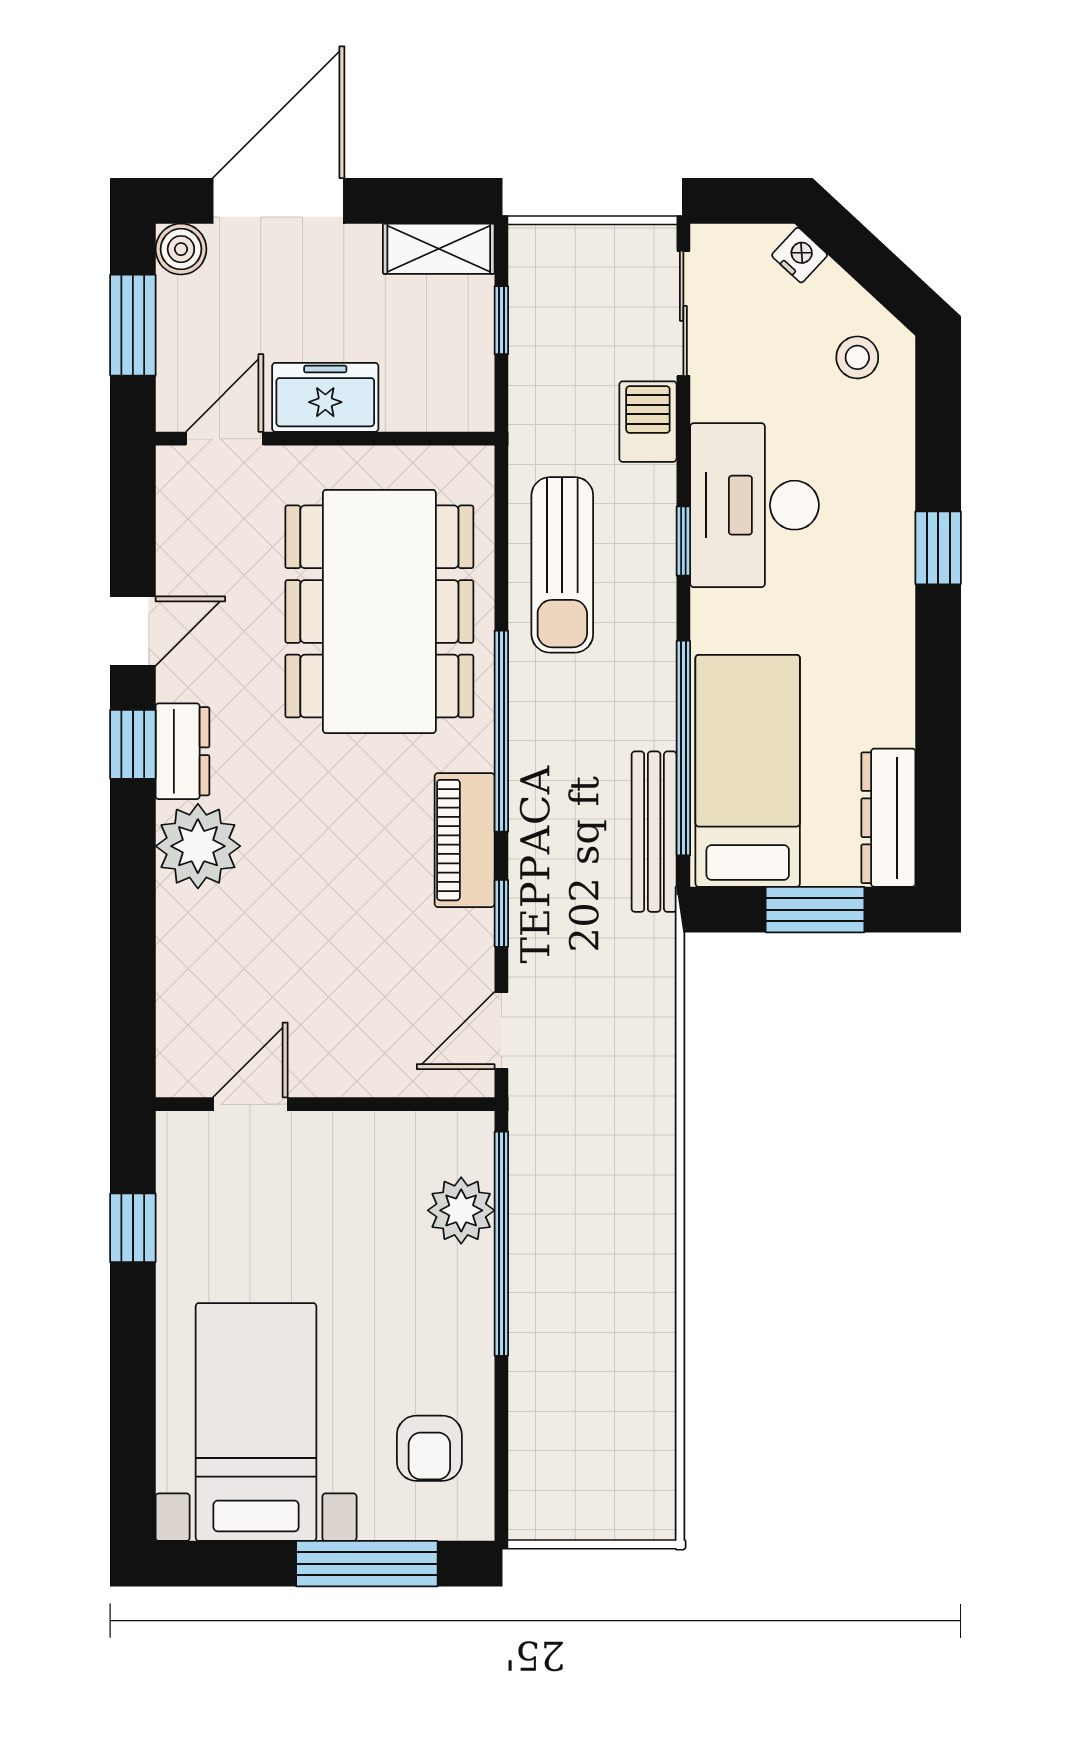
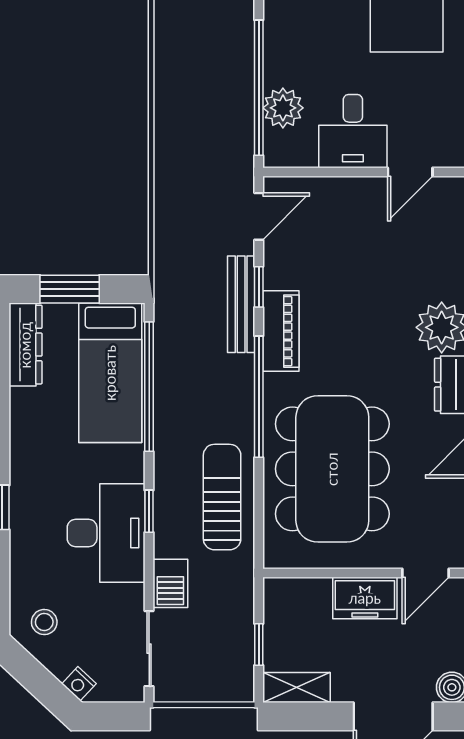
bench: (654, 832) -> (241, 304), moved
desk: (345, 1172) -> (353, 131), added

